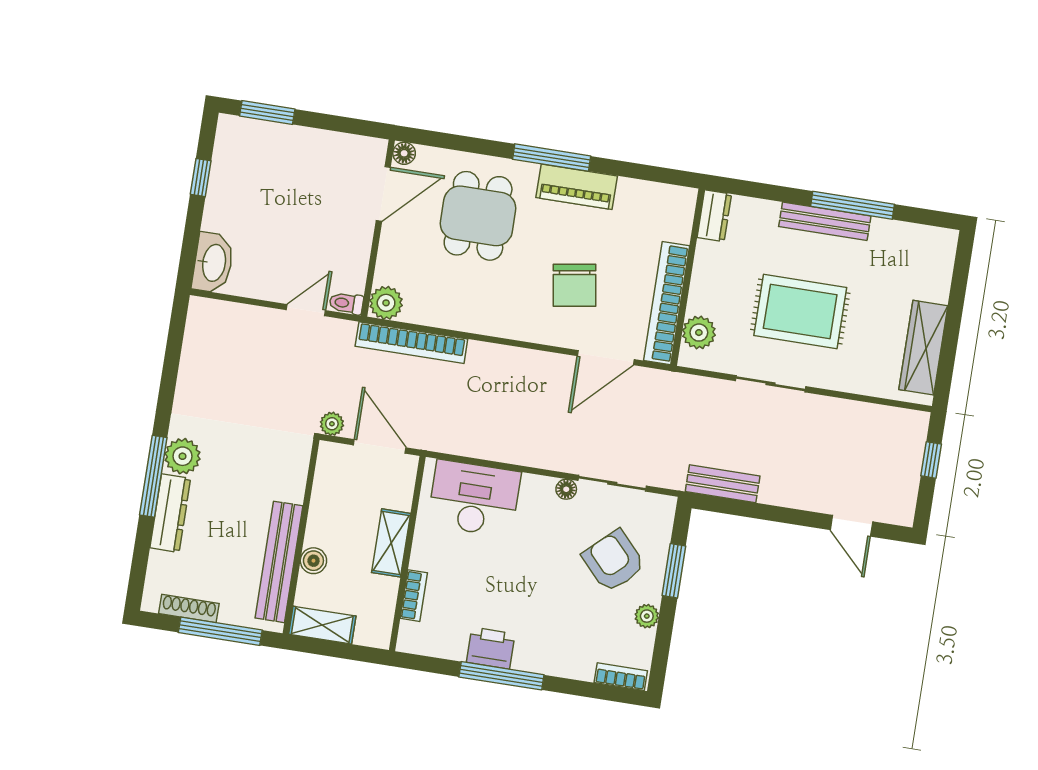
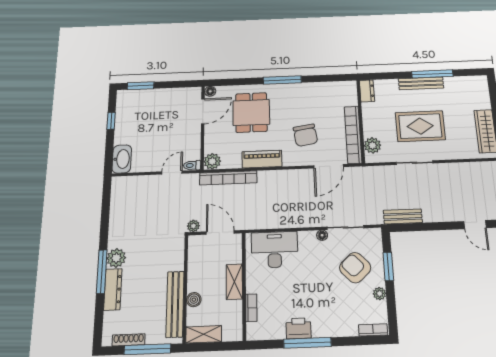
piano: (577, 187) -> (262, 159), moved, turned 180

